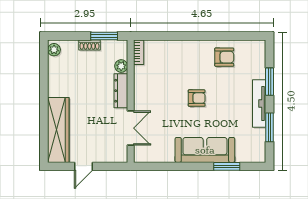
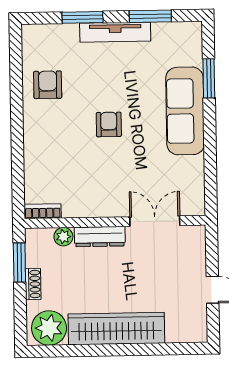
plant: (54, 50) -> (49, 328), width x1.88, depth x1.88
wardrobe: (58, 130) -> (116, 329), moved

